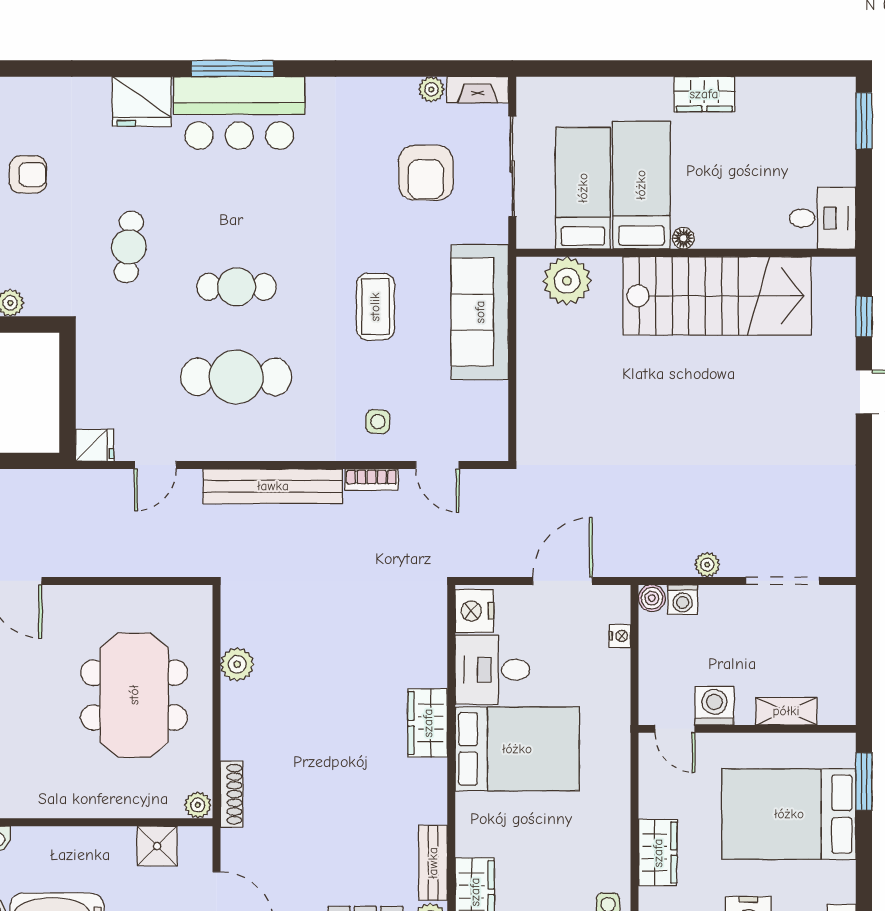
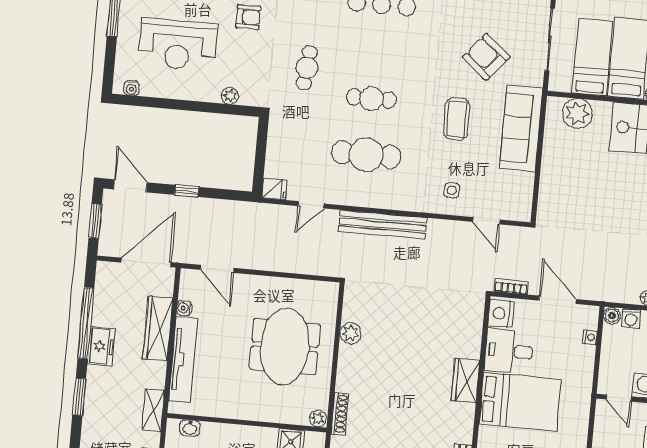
armchair: (426, 173) -> (486, 57), moved, turned 130
bookcase: (372, 480) -> (511, 287), moved, turned 180
door: (563, 581) -> (557, 300), hinge flipped

